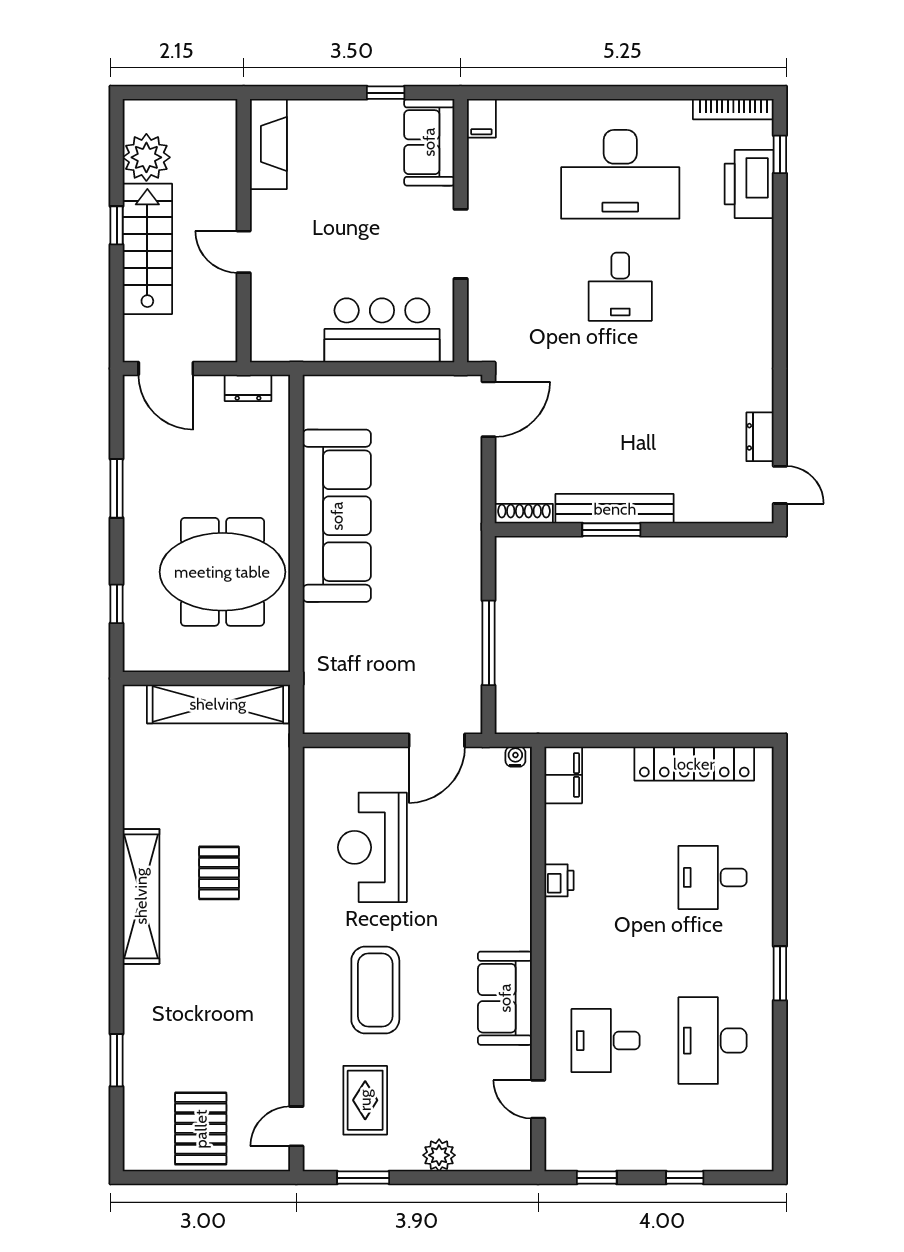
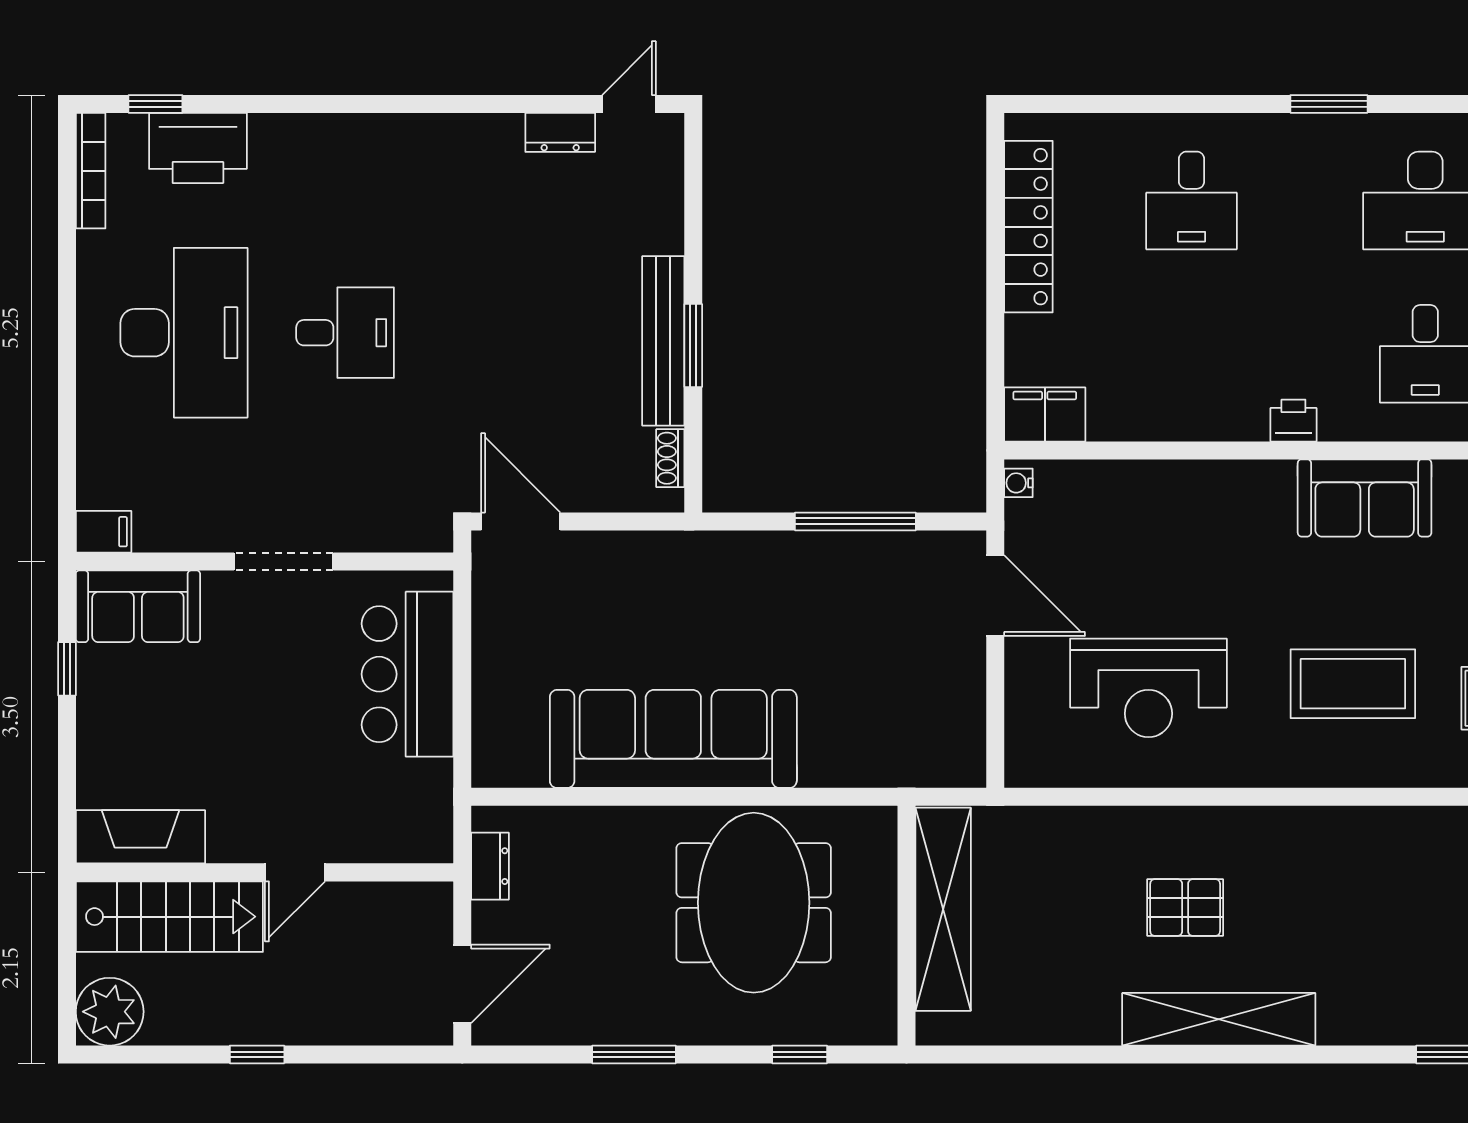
plant: (146, 157) -> (110, 1012), moved
stairs: (147, 249) -> (169, 917), moved, turned 180
shoe rack: (524, 514) -> (670, 458), width x0.70
printer: (559, 880) -> (1293, 421), moved

